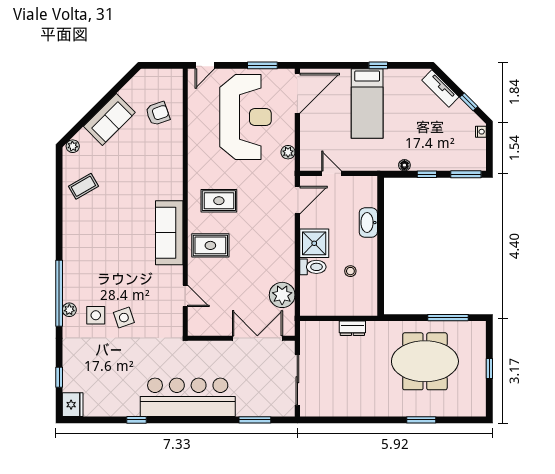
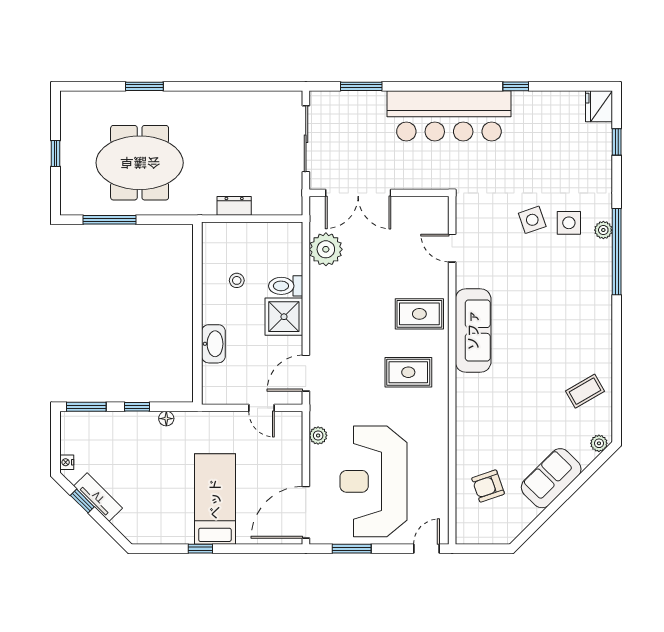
tv unit: (440, 89) -> (98, 497), moved

